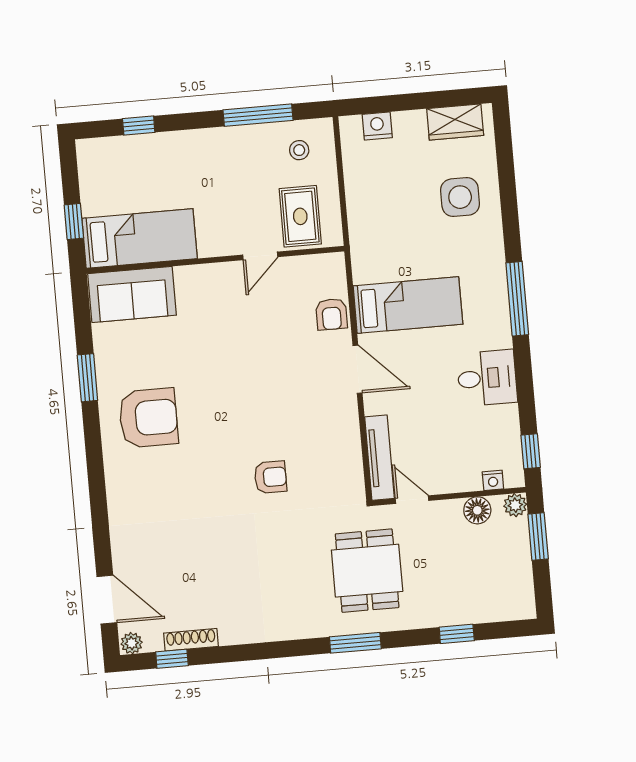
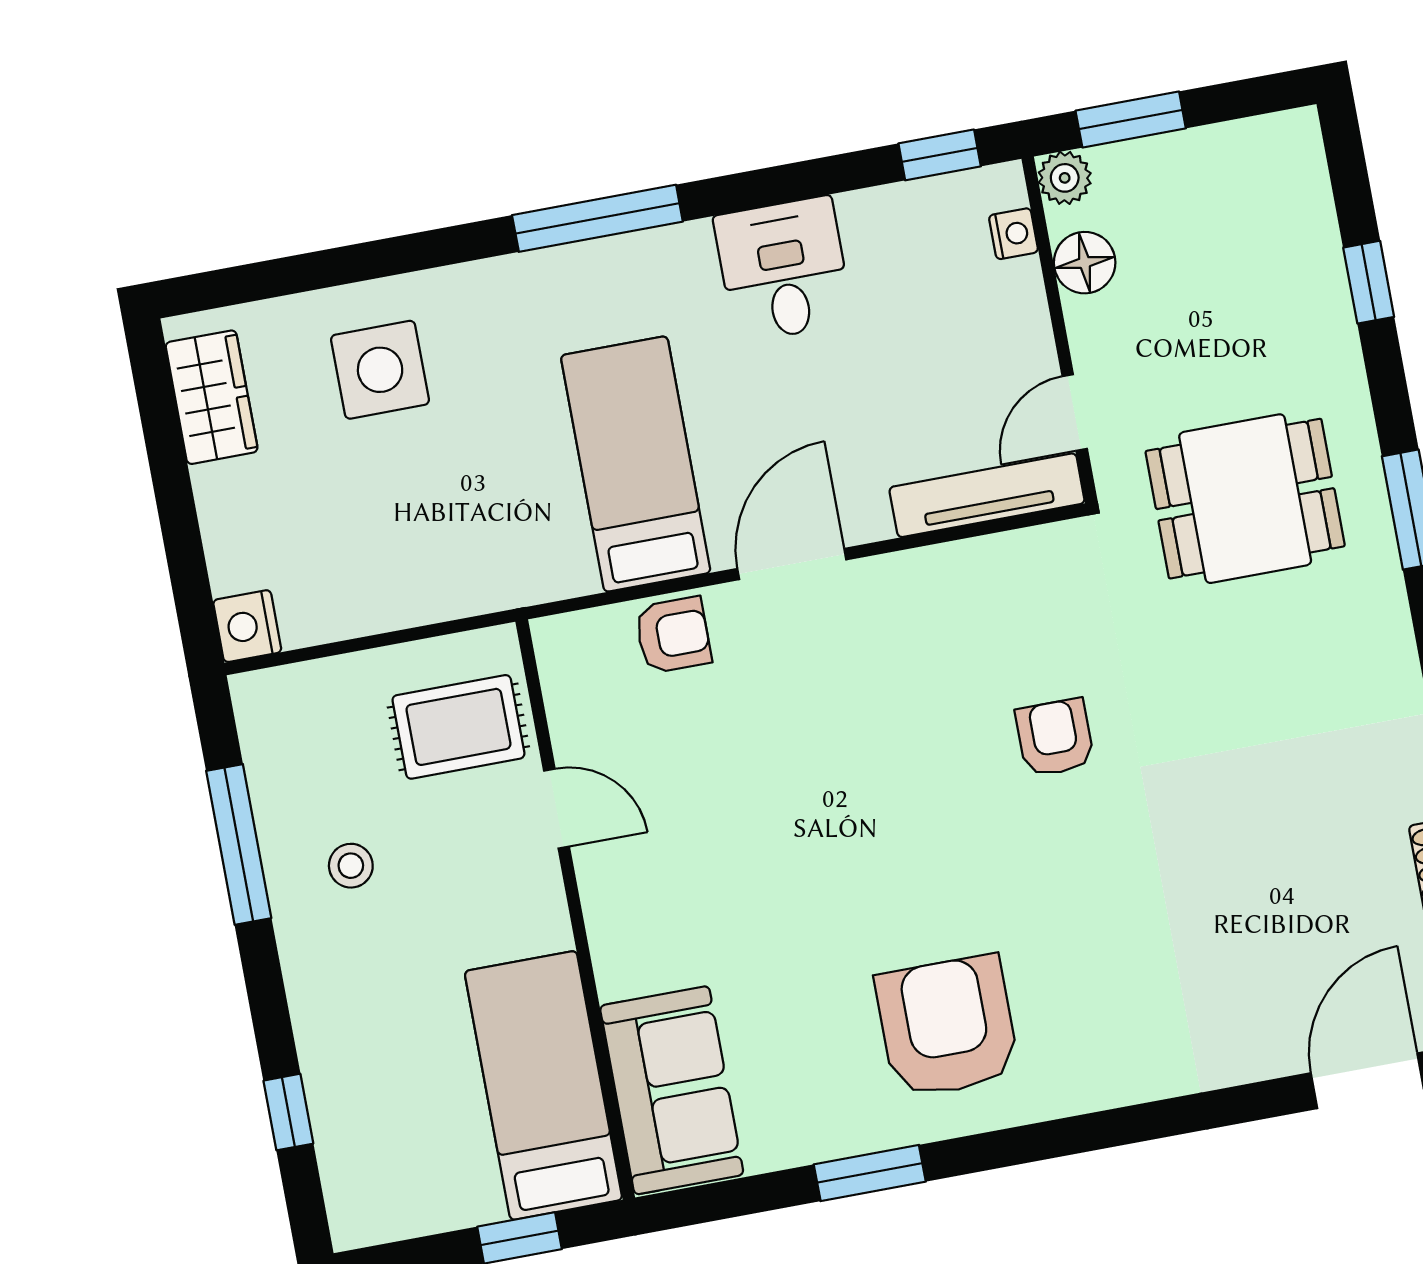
nightstand: (377, 126) -> (247, 626), moved
stool: (299, 150) -> (351, 866), moved

